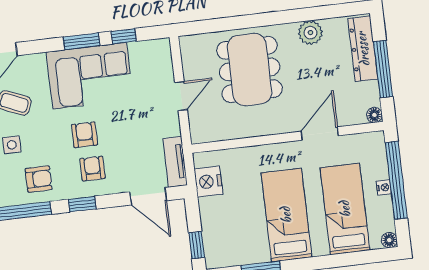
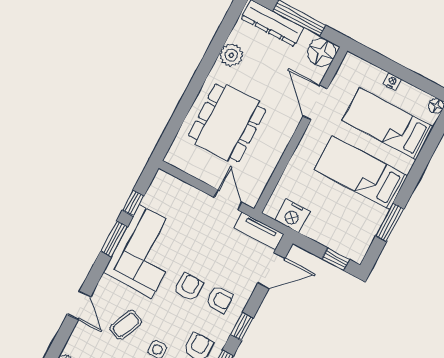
dining table: (250, 70) -> (227, 123), turned 90
door: (181, 96) -> (228, 200), moved
floor lamp: (374, 115) -> (322, 52), width x1.89, depth x1.89
armchair: (84, 135) -> (189, 287), turned 90
armchair: (92, 169) -> (220, 299), turned 180
window: (396, 180) -> (393, 68), removed

